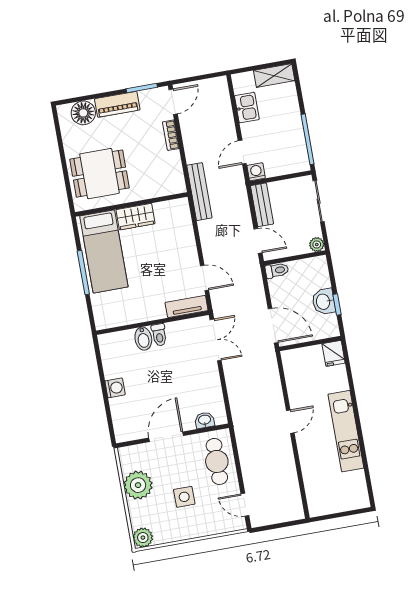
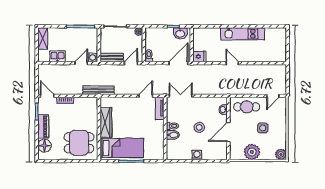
door: (242, 152) -> (81, 63), swing flipped
dining table: (100, 174) -> (79, 143), turned 90
wardrobe: (135, 217) -> (106, 122), width x1.50
washbasin: (324, 302) -> (180, 33), moved
fridge: (334, 353) -> (199, 57), moved
stool: (165, 383) -> (199, 127), added
door: (166, 437) -> (228, 132), hinge flipped

